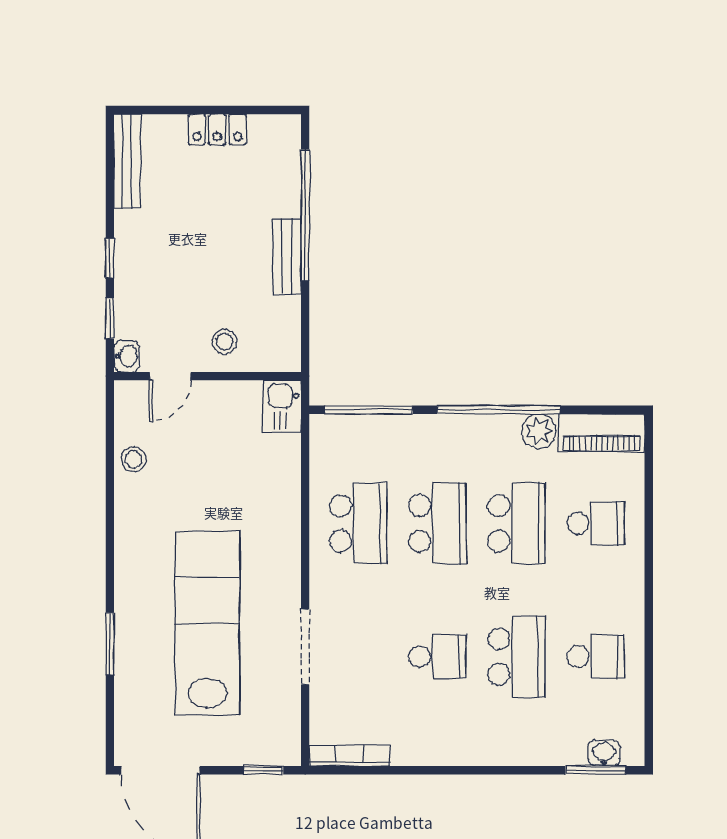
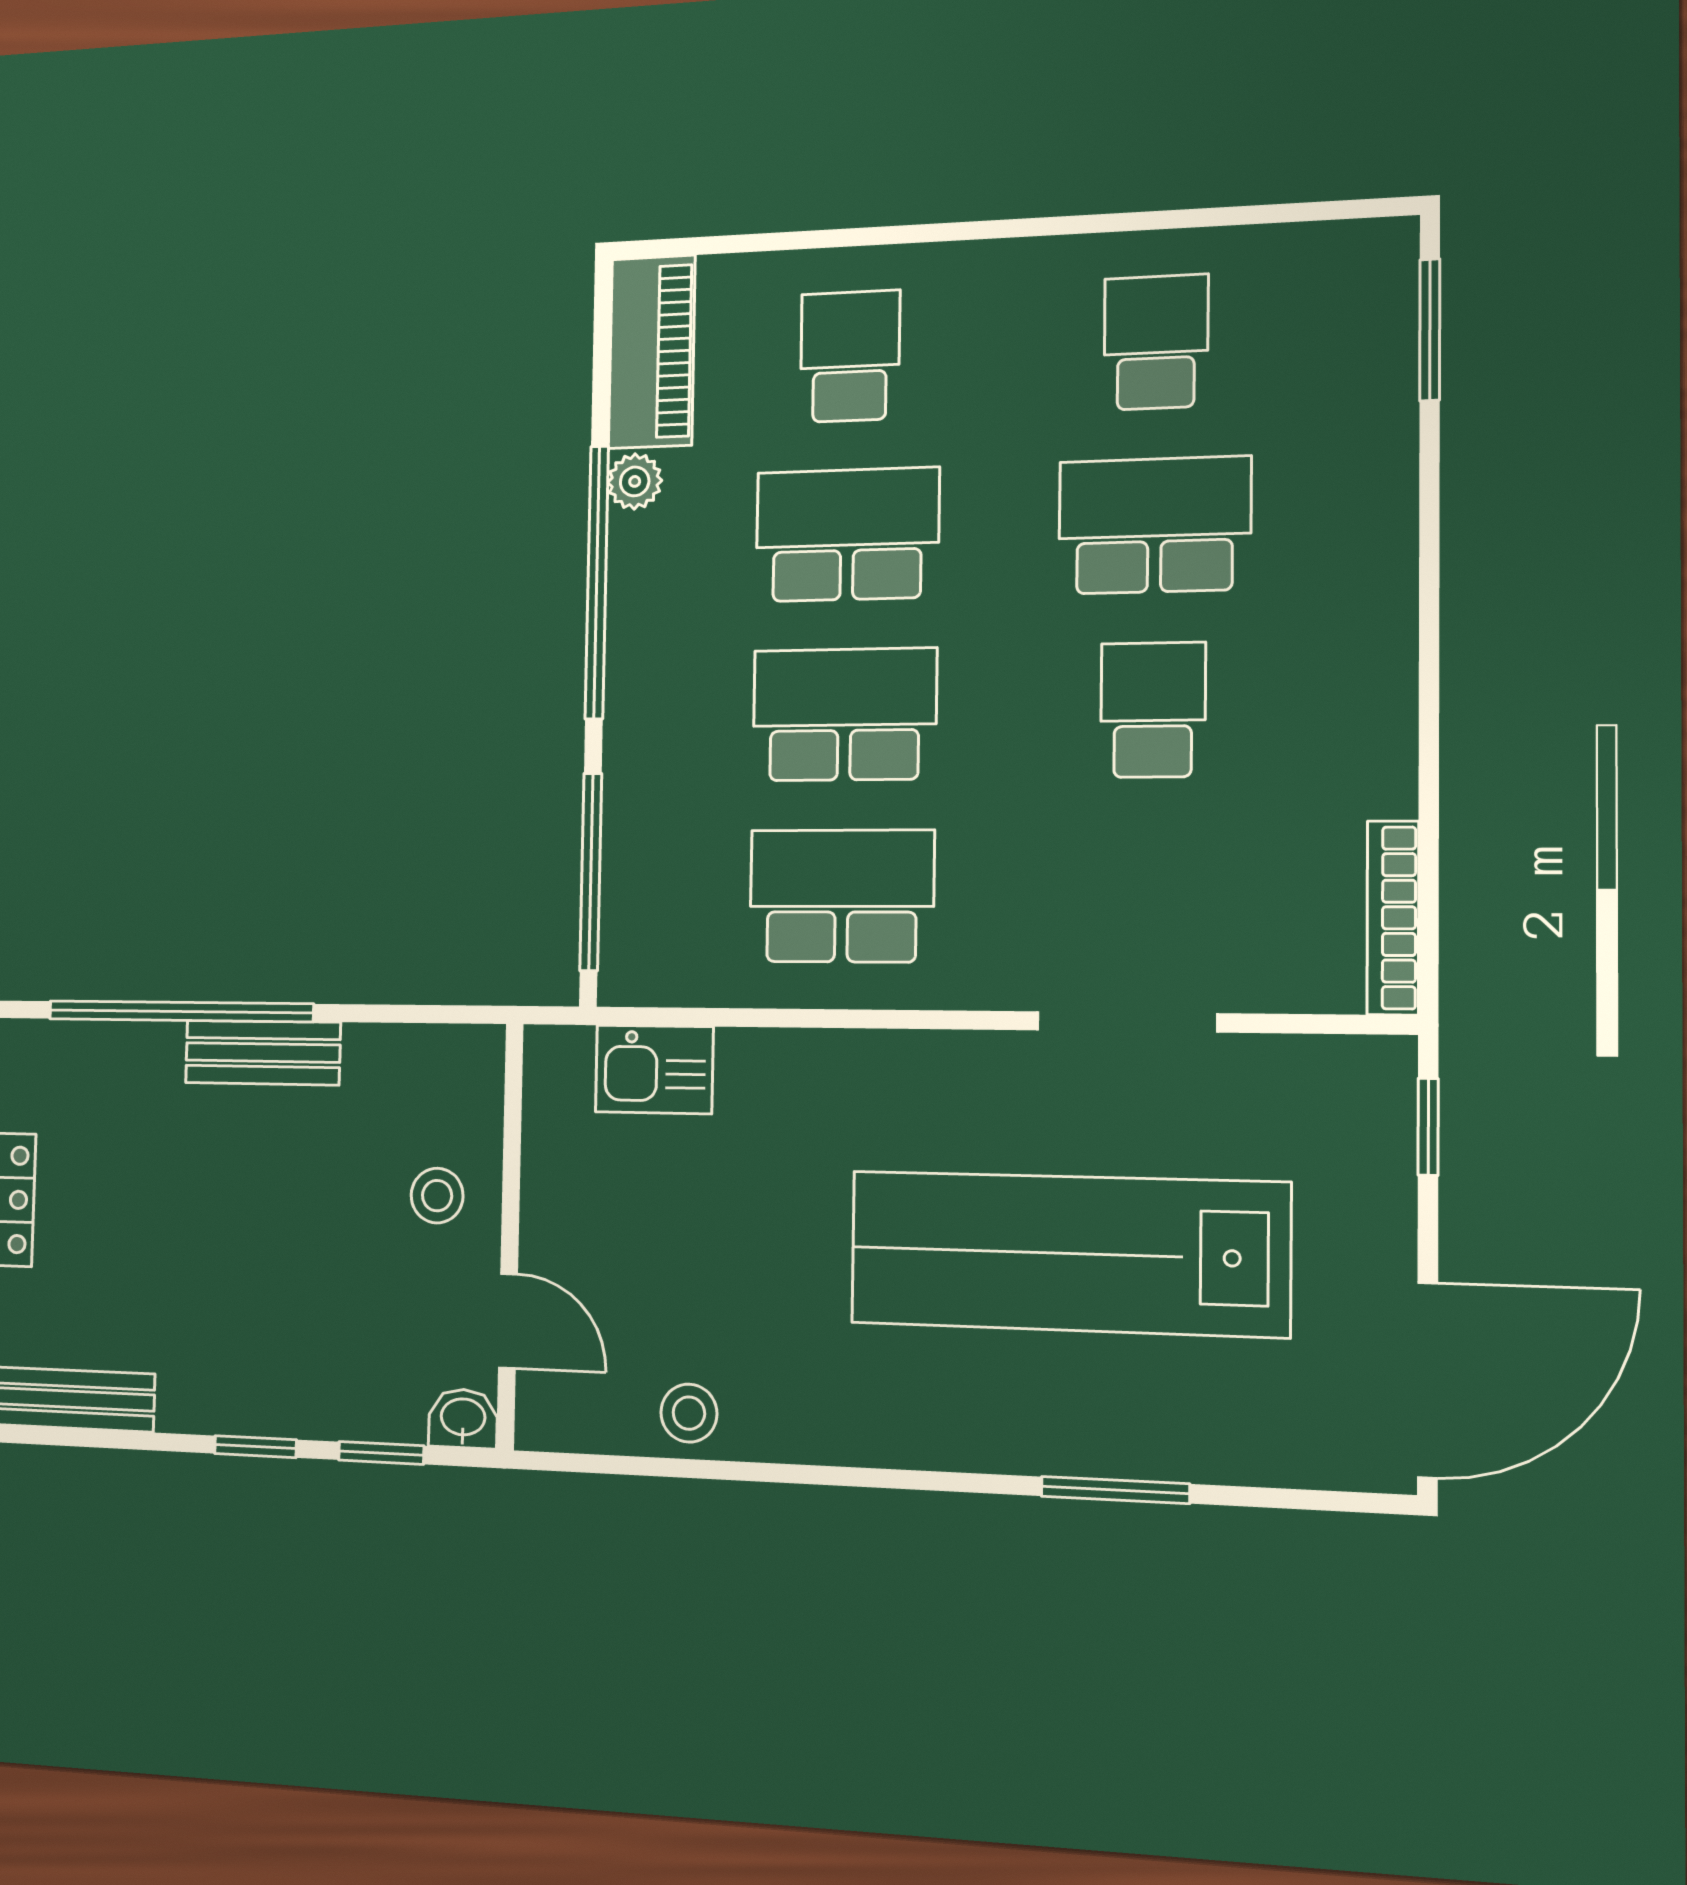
kitchen sink: (282, 406) -> (654, 1069), moved
plant: (539, 431) -> (635, 481), width x0.73, depth x0.73
washbasin: (604, 753) -> (1388, 312), removed

